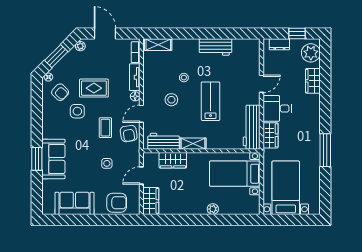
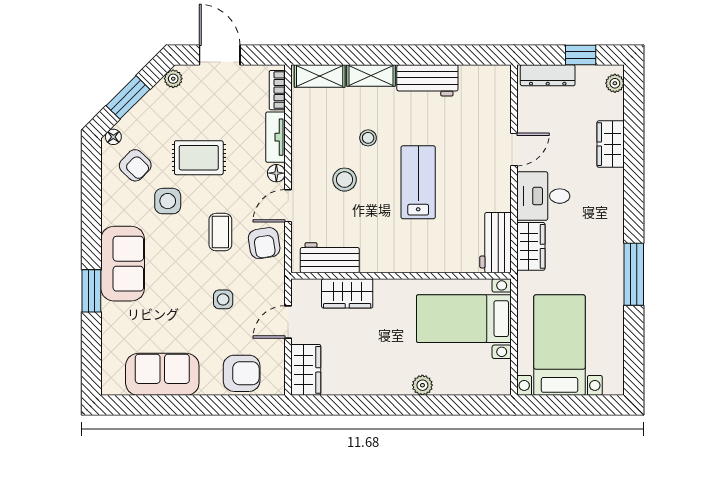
dresser: (279, 44) -> (548, 75), width x1.44
plant: (311, 53) -> (615, 83), width x0.53, depth x0.53
workbench: (252, 127) -> (496, 243), width x0.73
shelving: (193, 144) -> (371, 76), moved
sofa: (53, 159) -> (123, 264), moved

